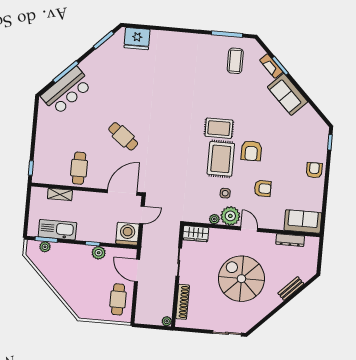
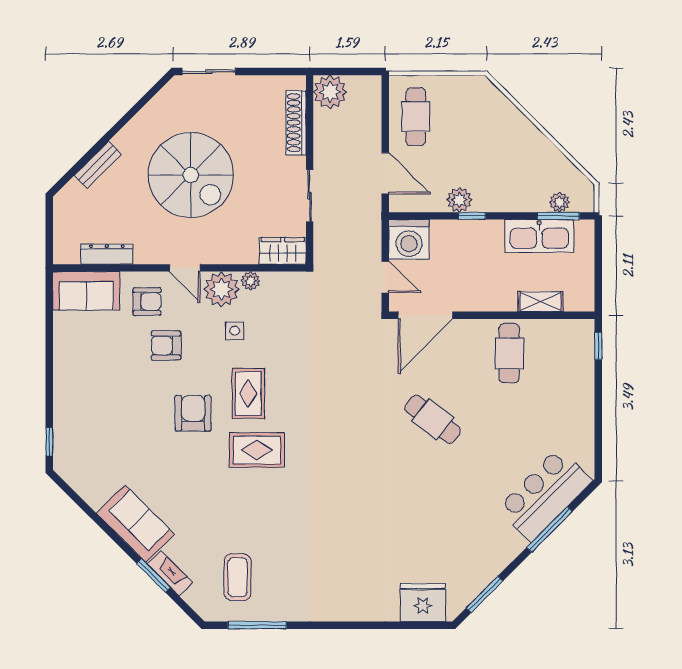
rug: (221, 159) -> (248, 393), width x0.73, depth x0.70
armchair: (314, 170) -> (147, 301), moved, turned -90
door: (142, 215) -> (385, 277), swing flipped
plant: (167, 321) -> (330, 92), width x1.88, depth x1.88

